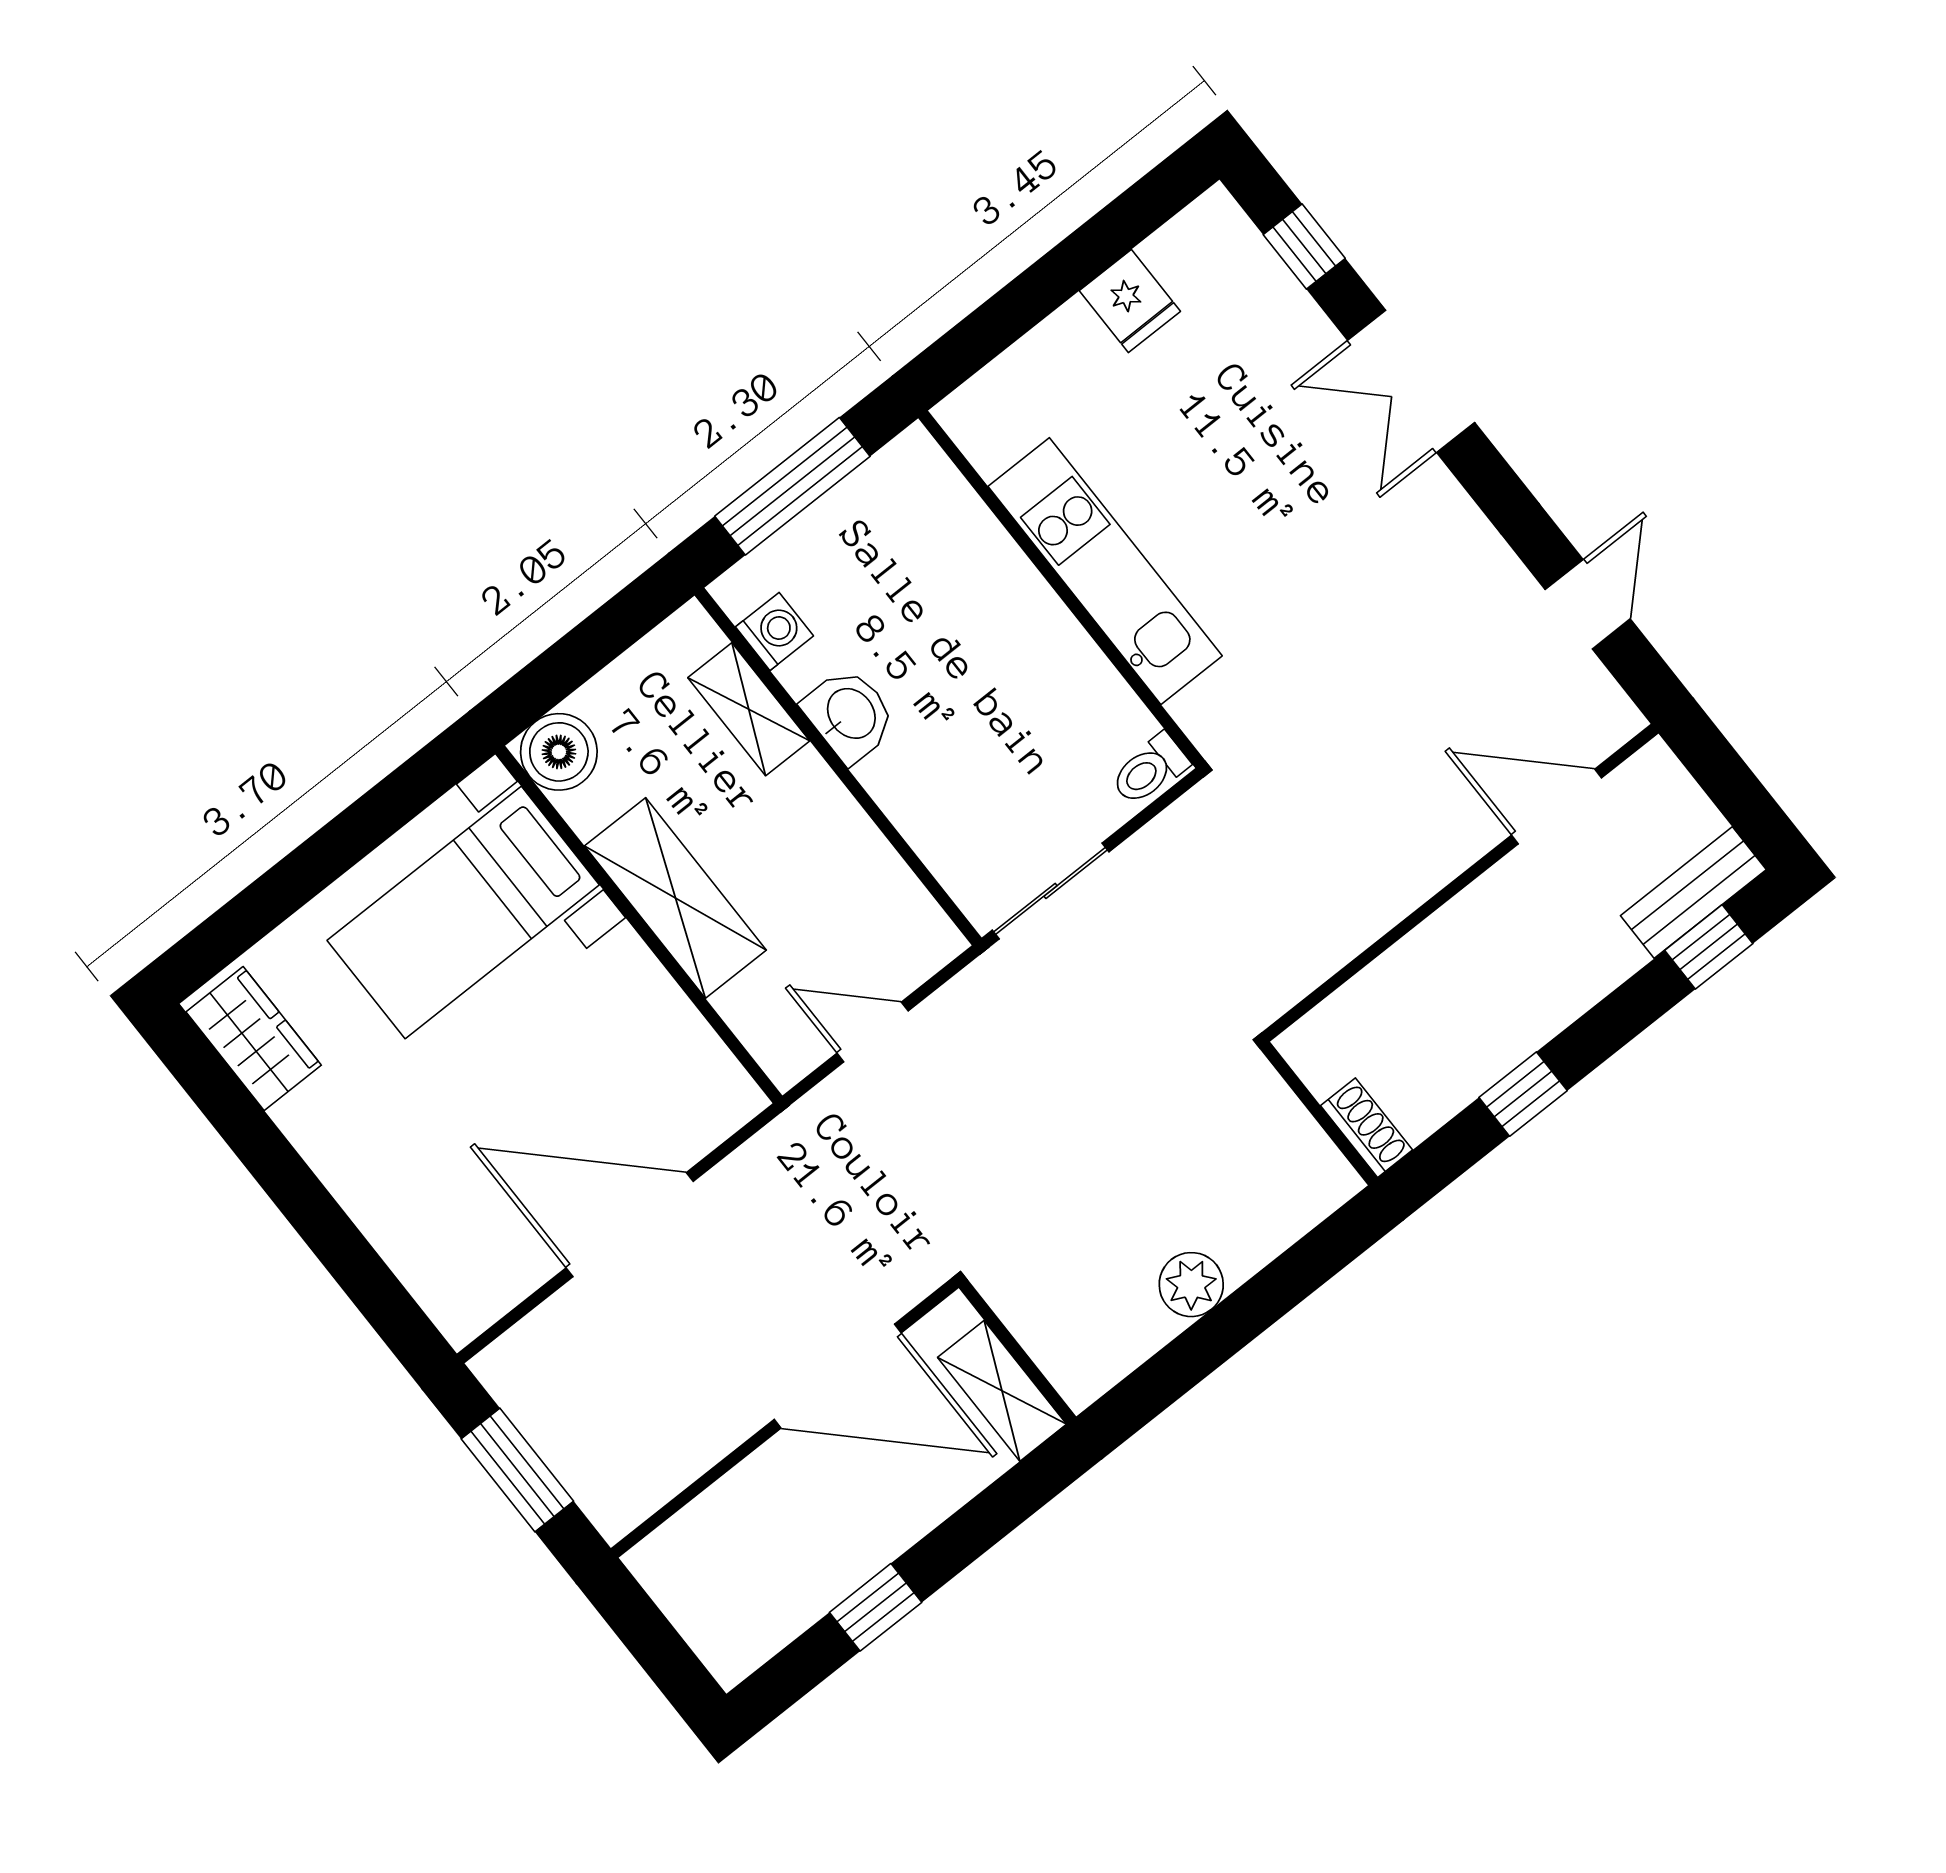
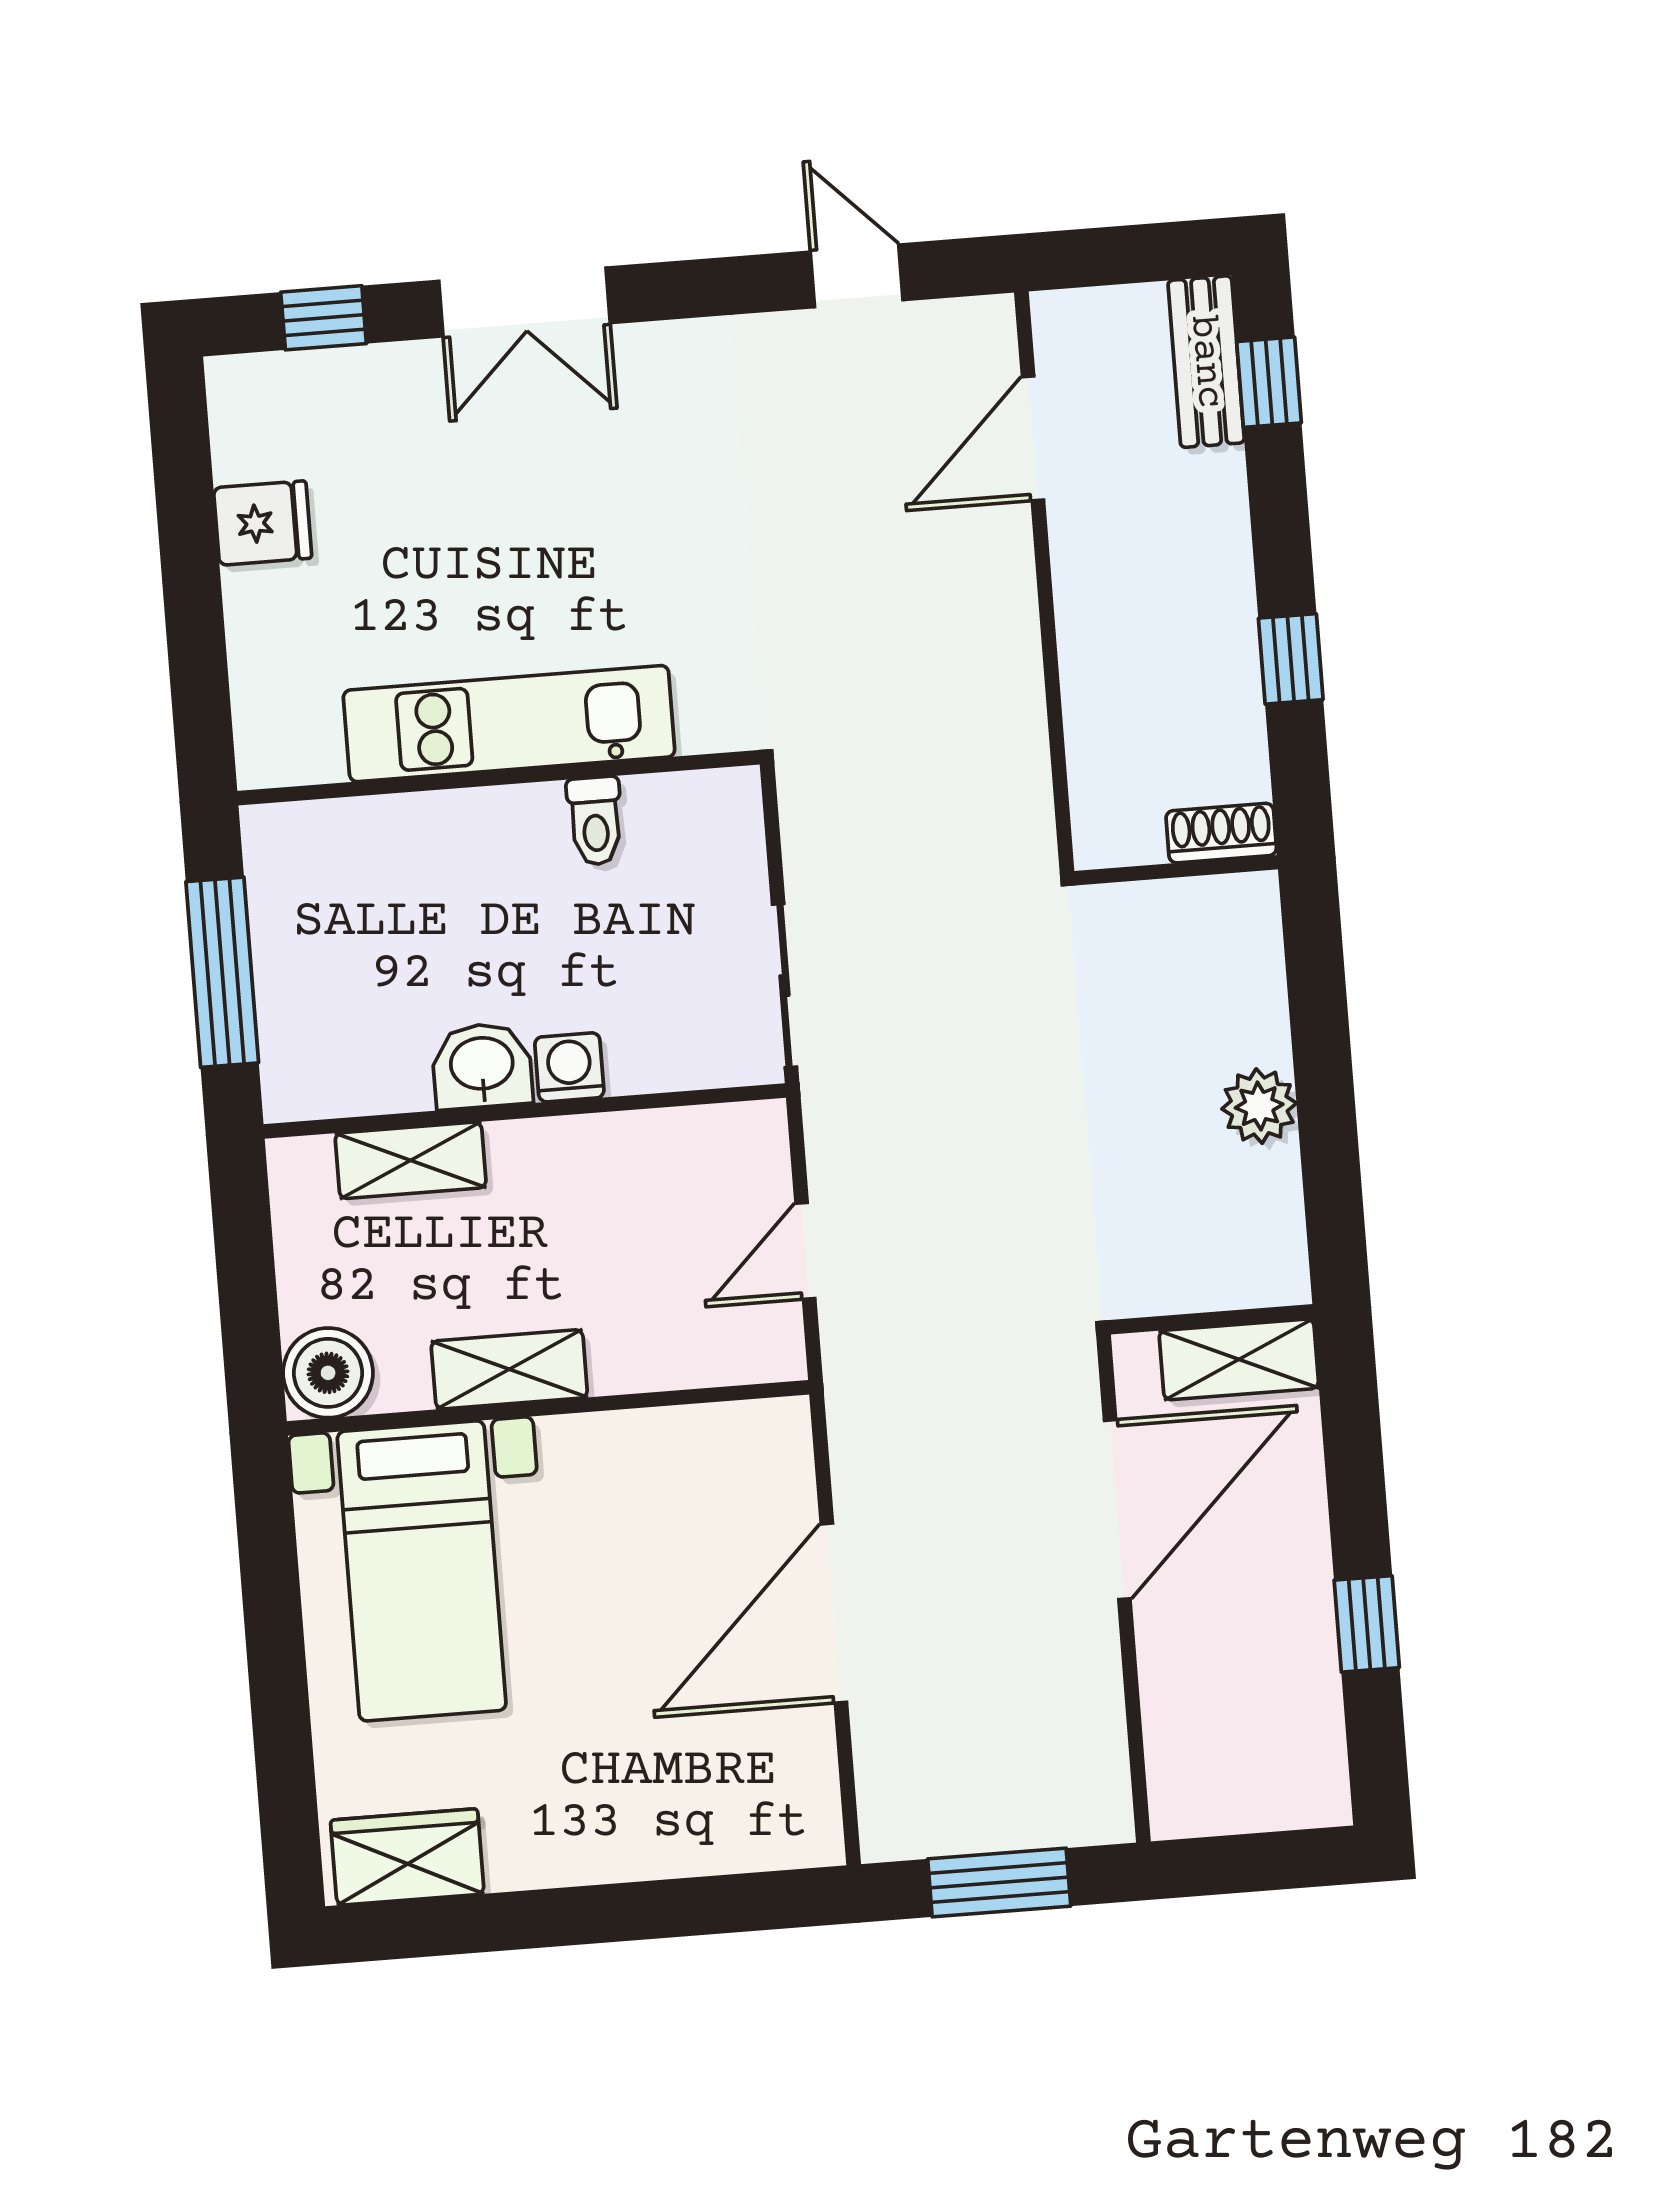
washing machine: (774, 631) -> (569, 1067), moved
toilet: (1150, 770) -> (595, 821), moved
shelving: (675, 898) -> (509, 1369), width x0.67, depth x0.75

